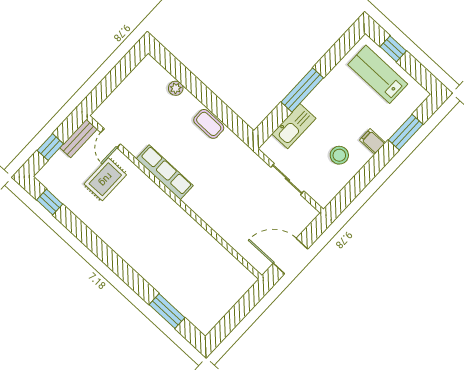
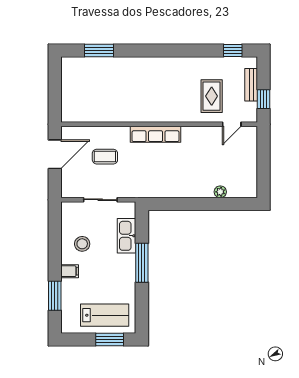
window: (393, 49) -> (110, 340), width x1.50
coffee table: (209, 124) -> (105, 157), moved
bench: (79, 138) -> (251, 85), moved
door: (111, 138) -> (232, 124), swing flipped
window: (50, 147) -> (264, 99), moved
row of seats: (165, 172) -> (156, 134), moved

